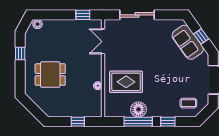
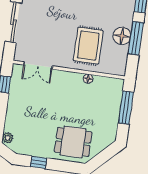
dining table: (50, 75) -> (73, 142), moved, turned 90
window: (78, 122) -> (126, 108), width x2.17

